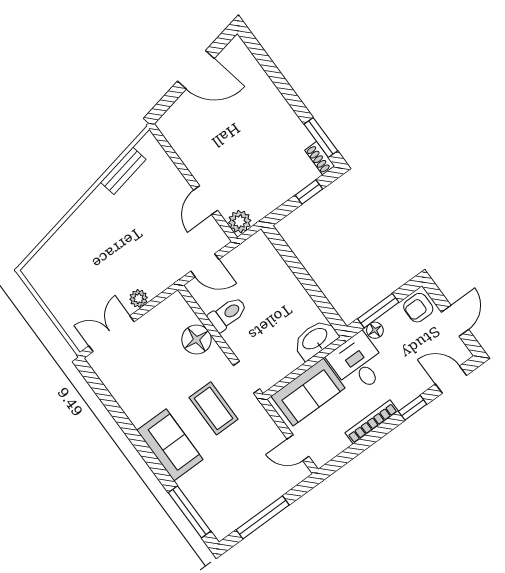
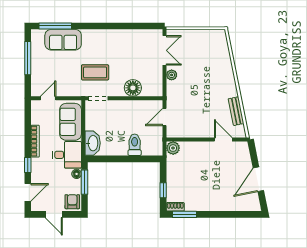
door: (206, 200) -> (223, 139), moved
toilet: (228, 314) -> (135, 145), moved, turned 180
sofa: (170, 445) -> (63, 40), moved

